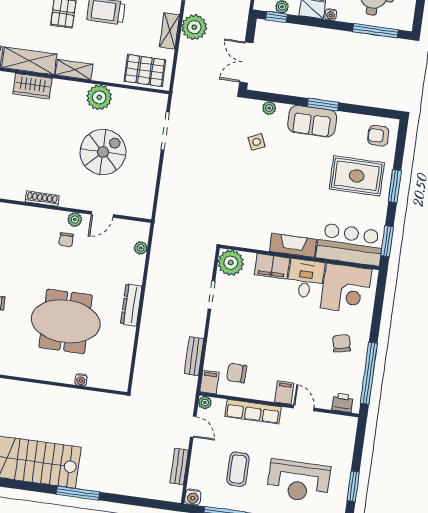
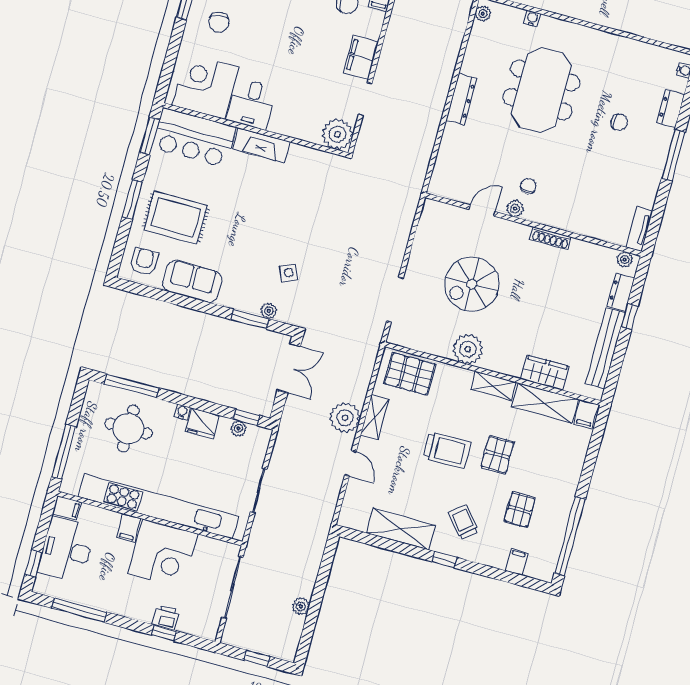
window: (323, 104) -> (250, 319), moved
sofa: (312, 121) -> (192, 281), moved
armchair: (378, 136) -> (144, 262), turned -90
plant: (141, 248) -> (483, 14), moved
filing cabinet: (272, 266) -> (361, 57), moved, turned -90
meeting table: (66, 321) -> (541, 90), turned 90
bench: (194, 356) -> (395, 29), removed

